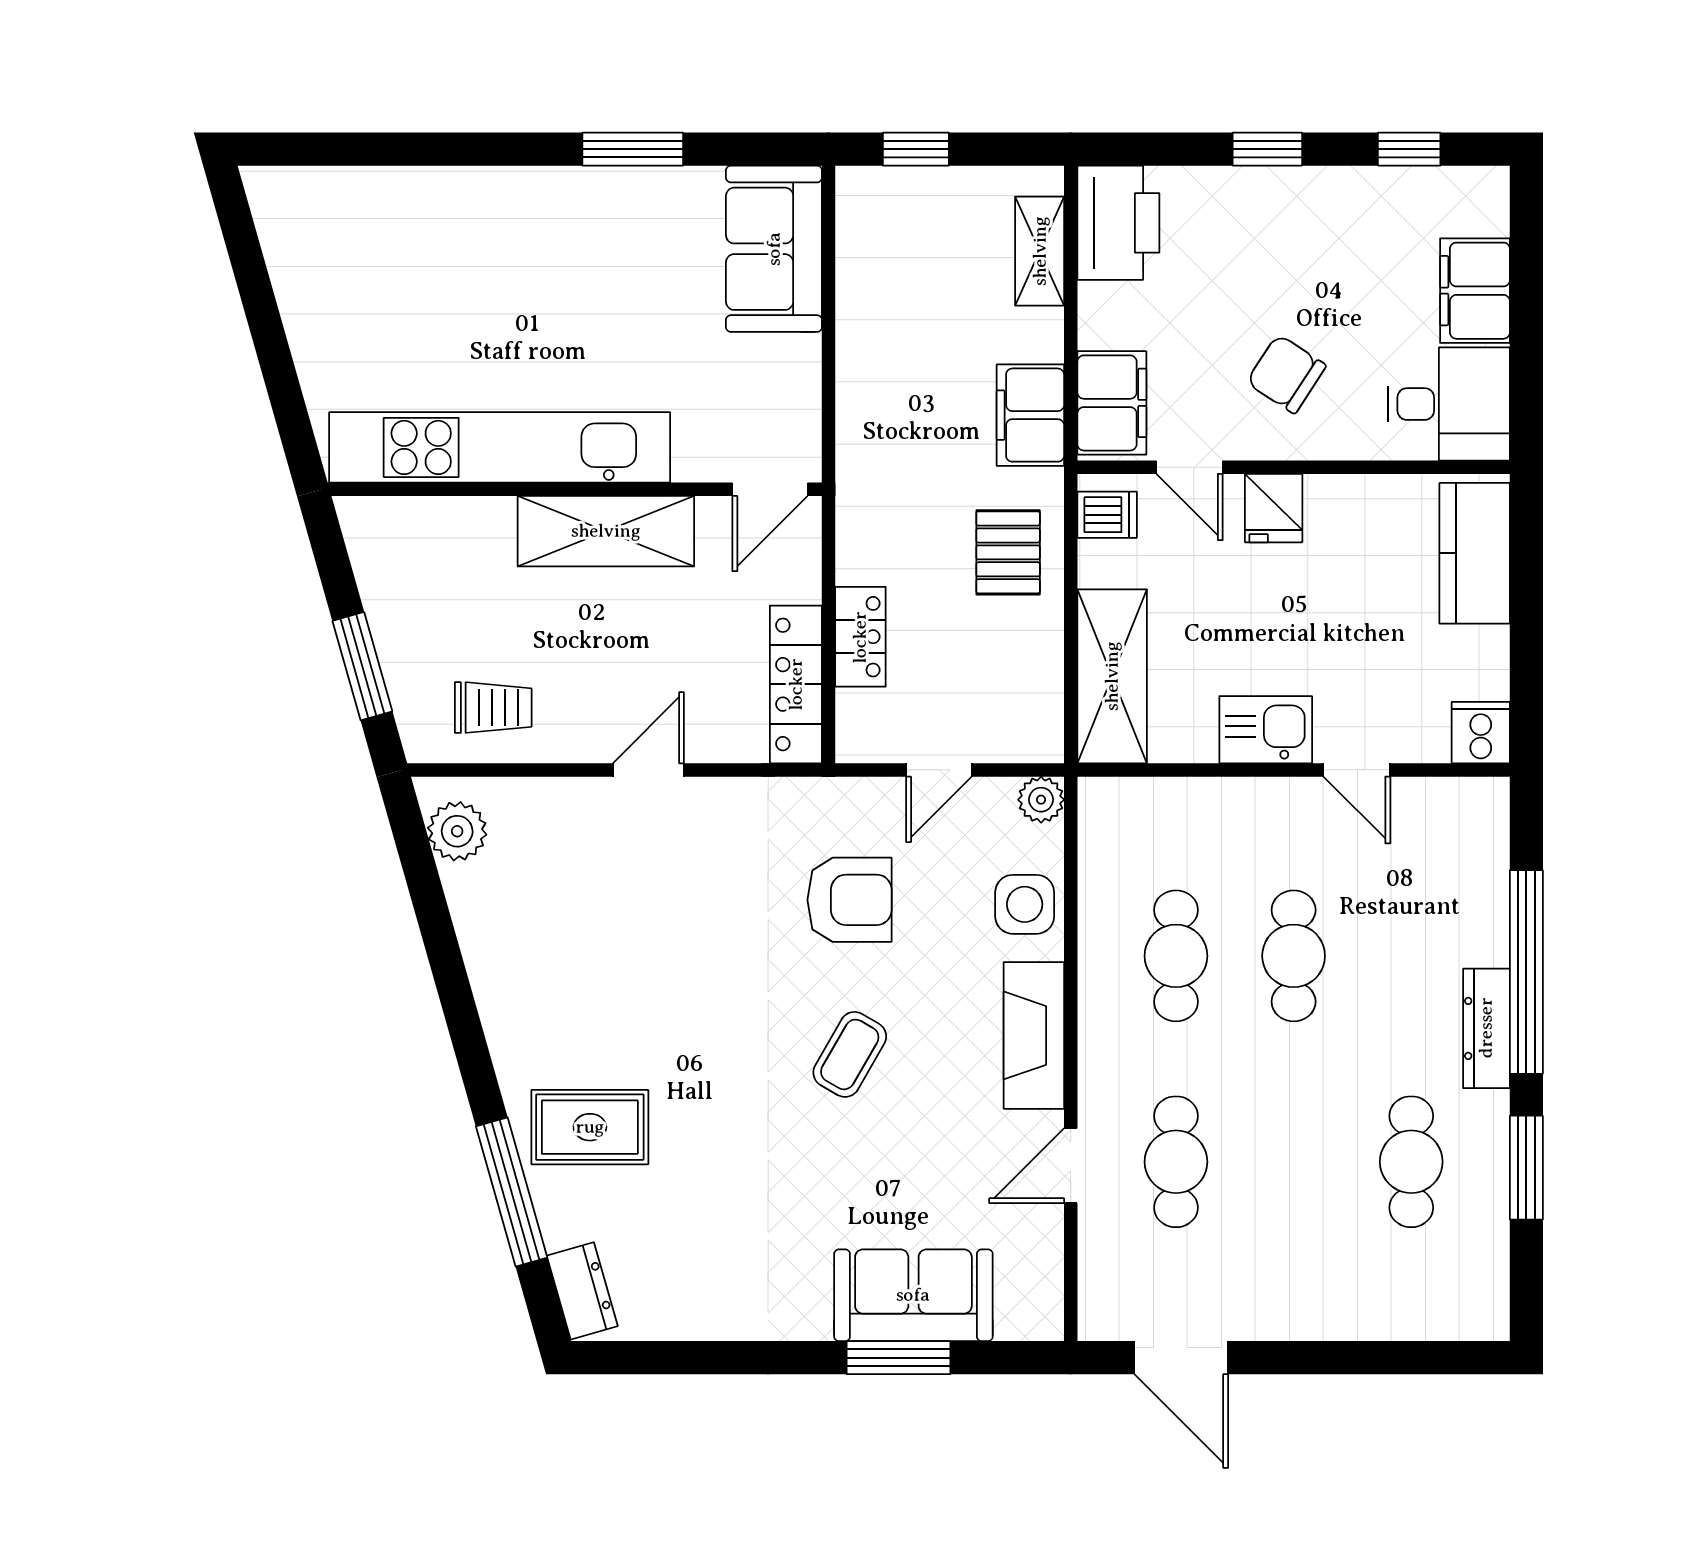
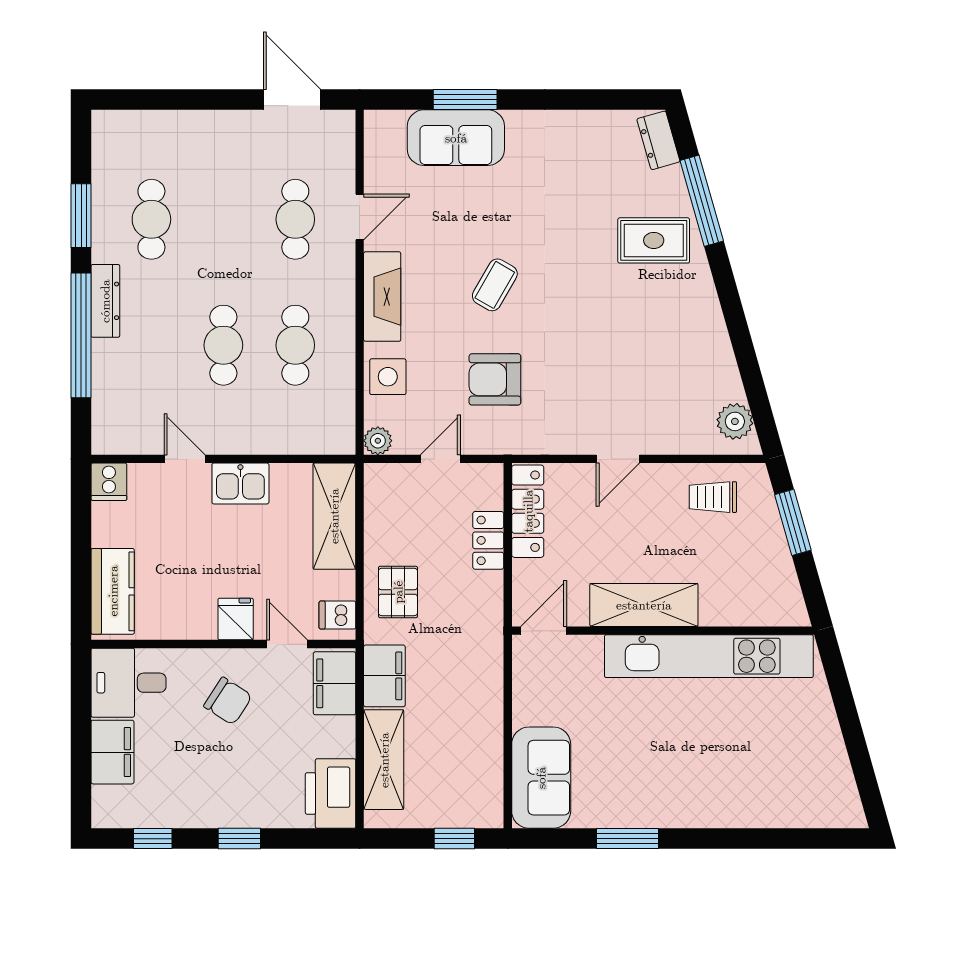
shelving: (1040, 251) -> (384, 760), width x1.50, depth x1.33

